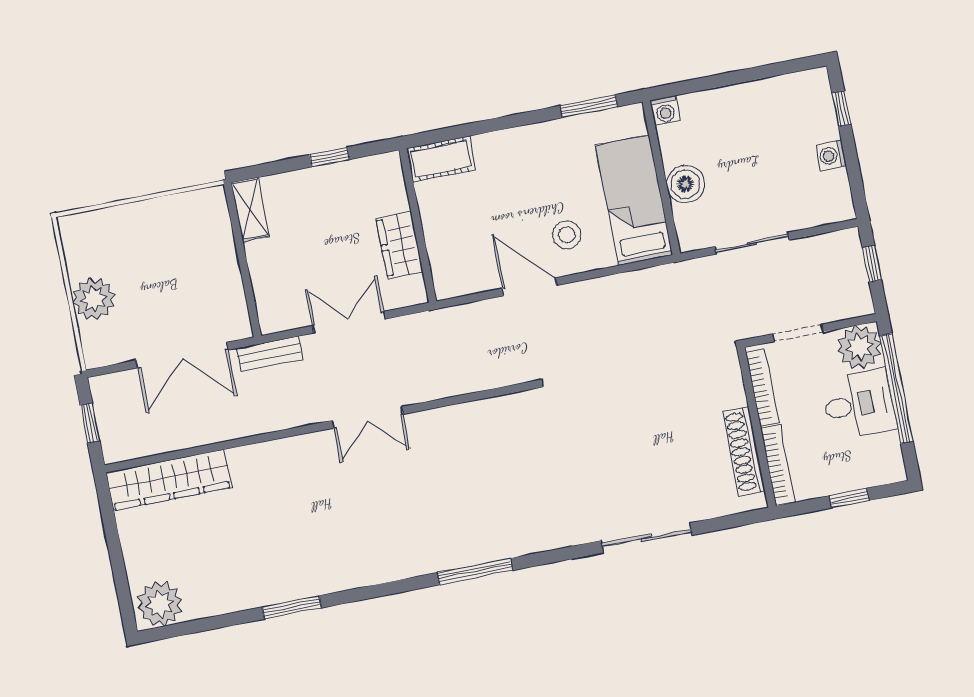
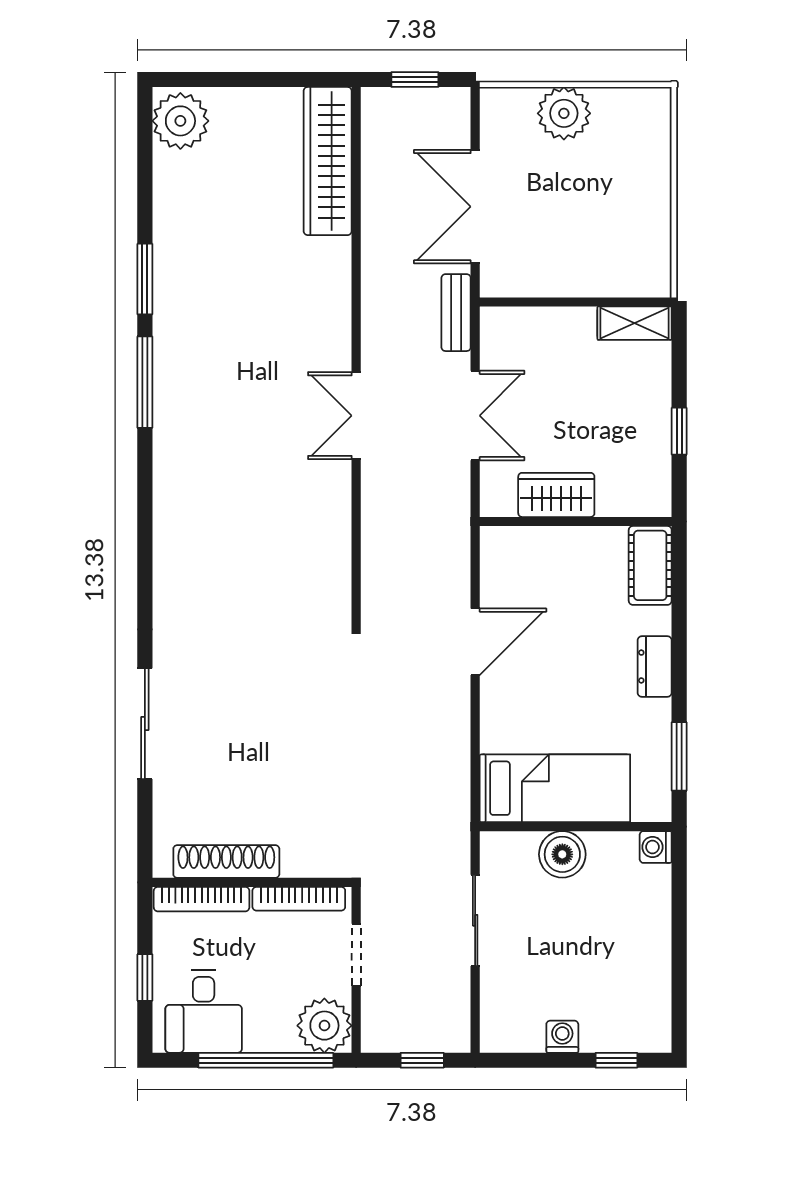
dresser: (521, 140) -> (655, 667), added
stool: (567, 235) -> (529, 699), removed
desk: (859, 404) -> (204, 1011), moved
window: (475, 572) -> (145, 382), moved

